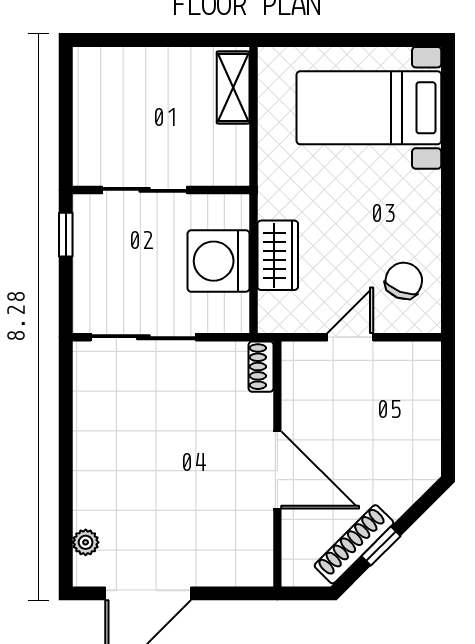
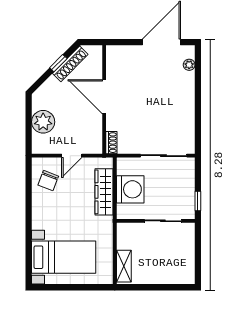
wardrobe: (278, 255) -> (104, 192), width x1.50
plant: (415, 414) -> (43, 122), added

